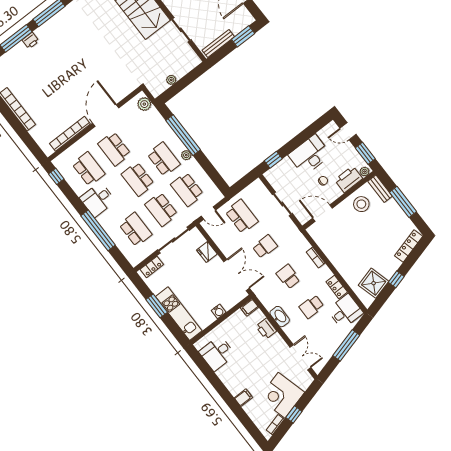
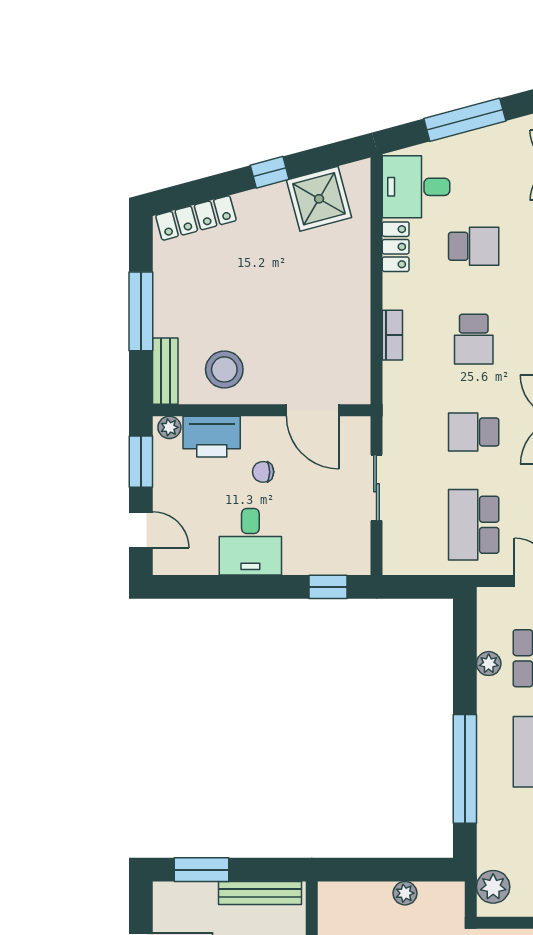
plant: (186, 155) -> (489, 664), moved
desk: (310, 155) -> (250, 542), width x0.73

